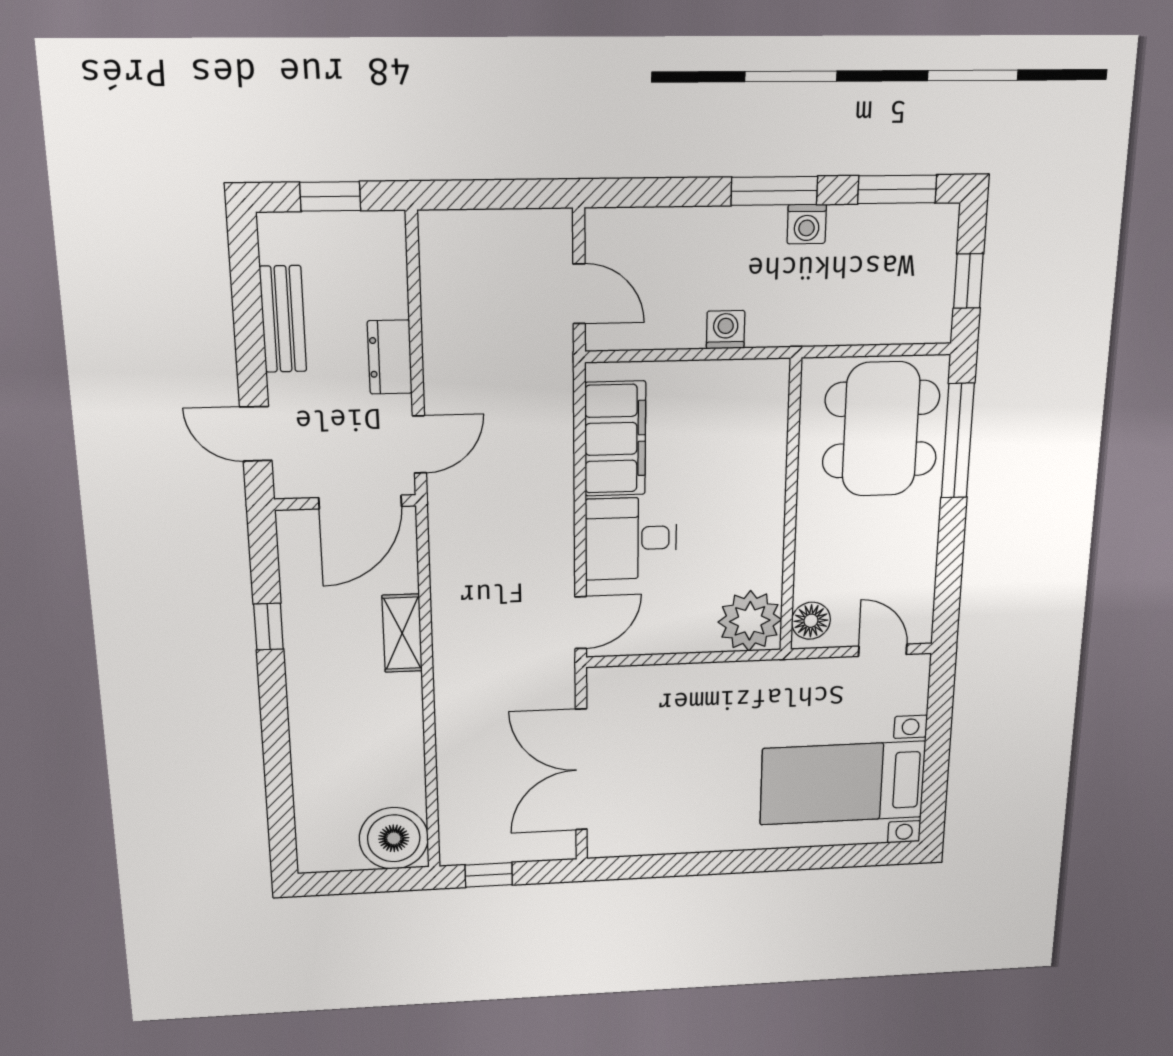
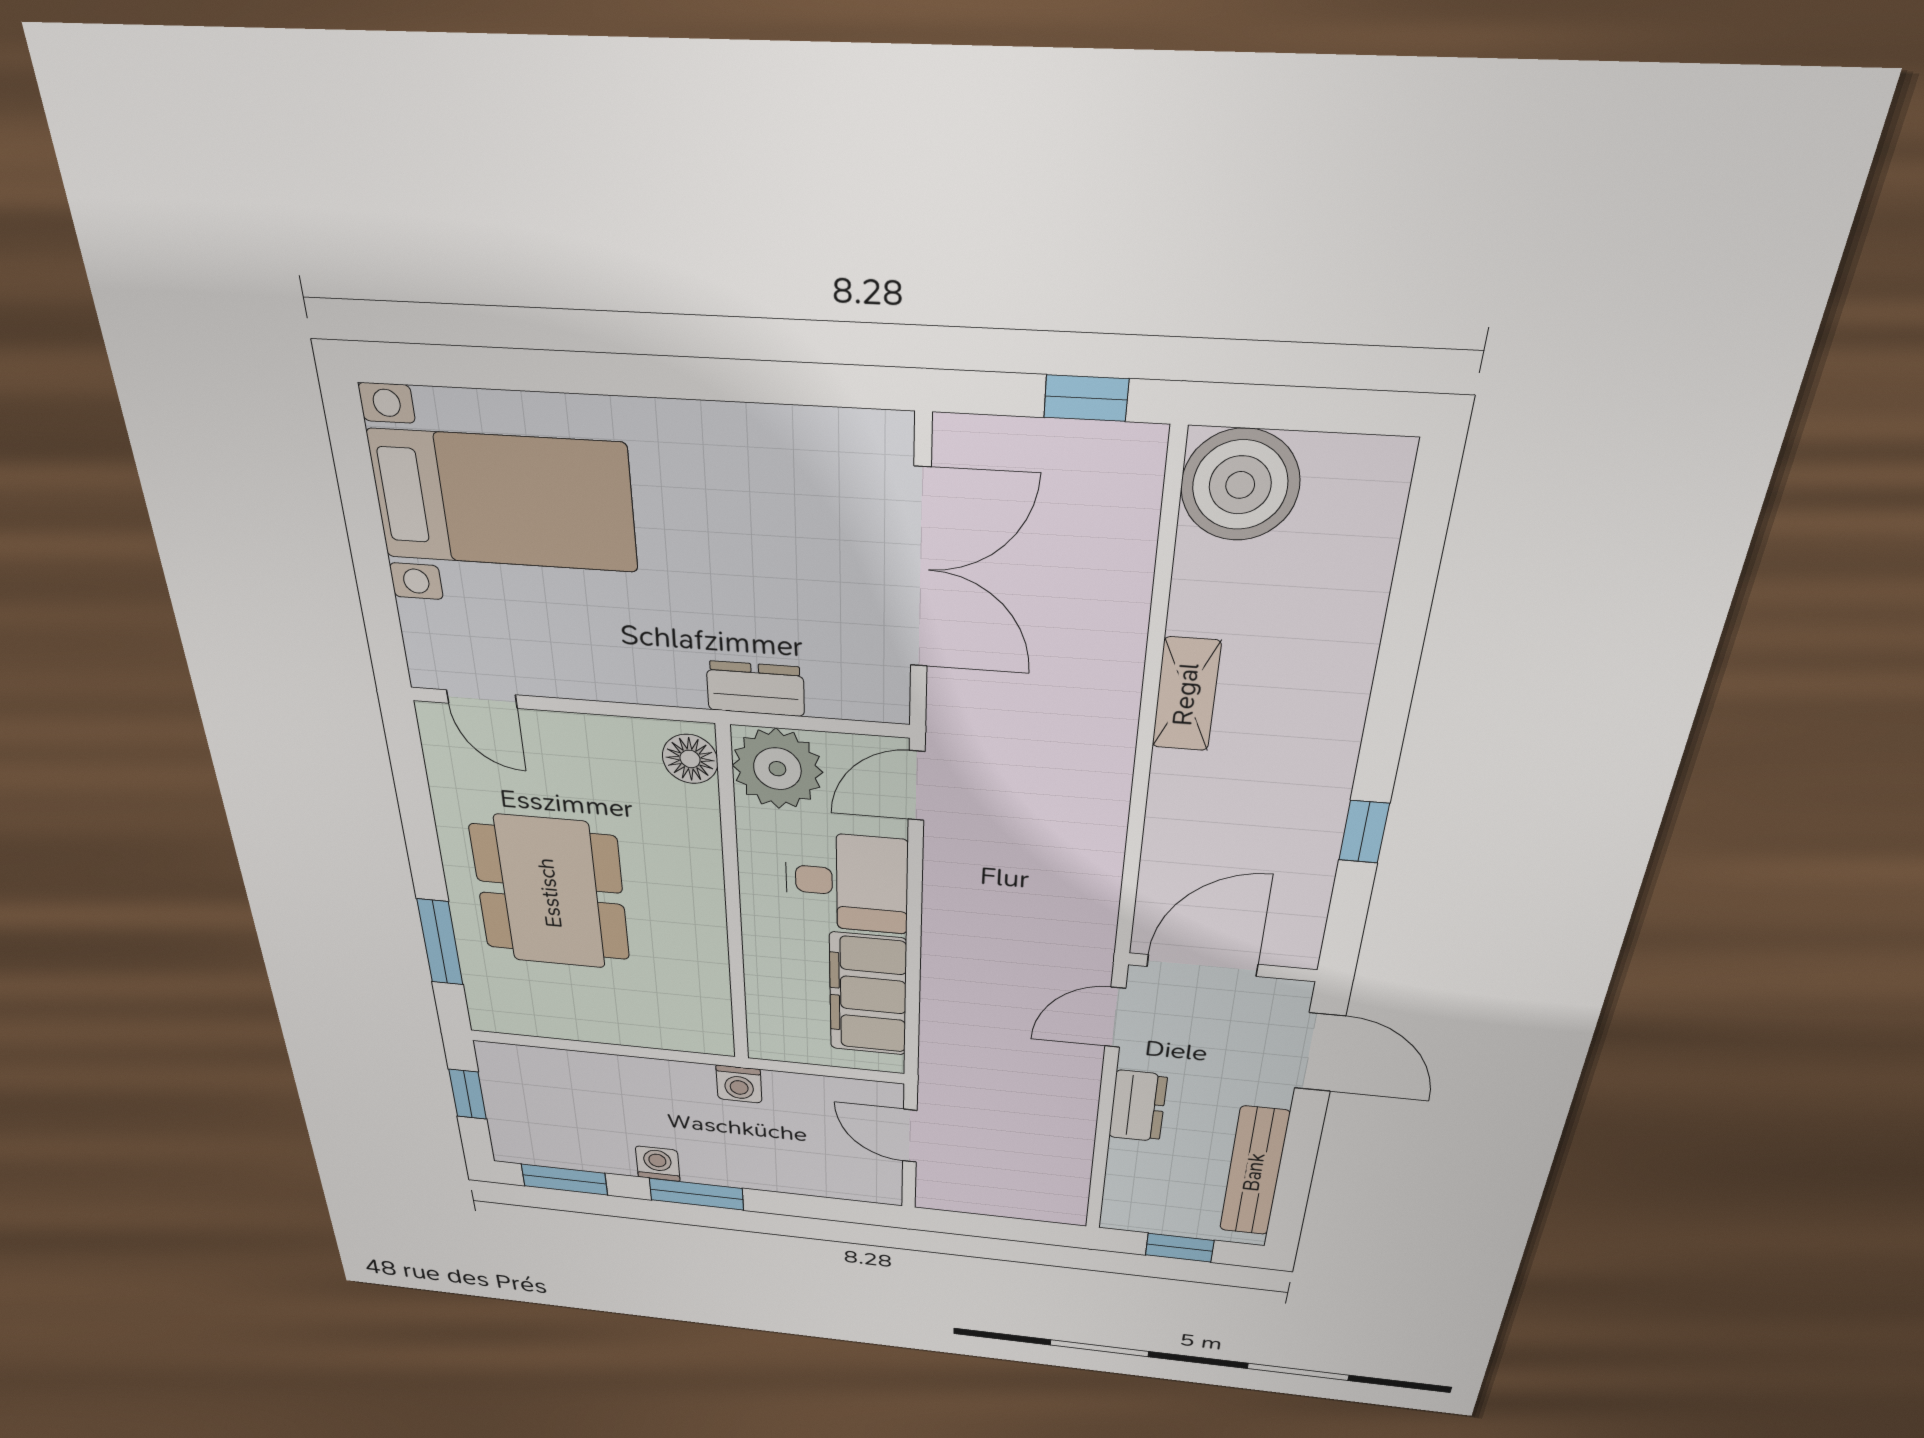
bench: (283, 319) -> (1254, 1172), width x1.36
dining table: (881, 429) -> (550, 893), moved
door: (256, 434) -> (1320, 1052), width x1.38
window: (958, 441) -> (440, 942), width x0.69
wall: (791, 508) -> (733, 902), moved
plant: (750, 621) -> (777, 769), moved
floor lamp: (811, 621) -> (690, 759), moved
shelving: (402, 633) -> (1186, 694), moved
dresser: (691, 680) -> (755, 689), added

